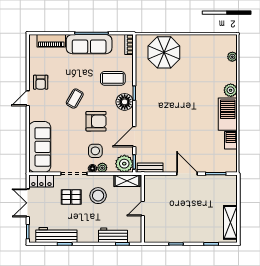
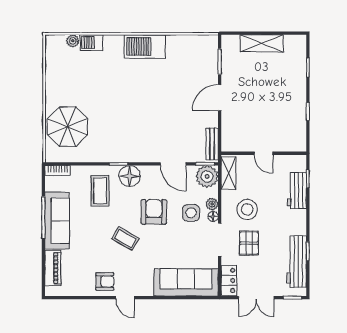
plant: (231, 90) -> (115, 43), removed
barbecue: (231, 140) -> (91, 43), moved
shelving: (230, 222) -> (262, 43), moved

